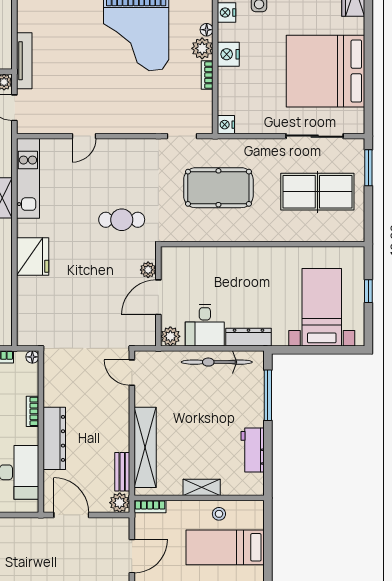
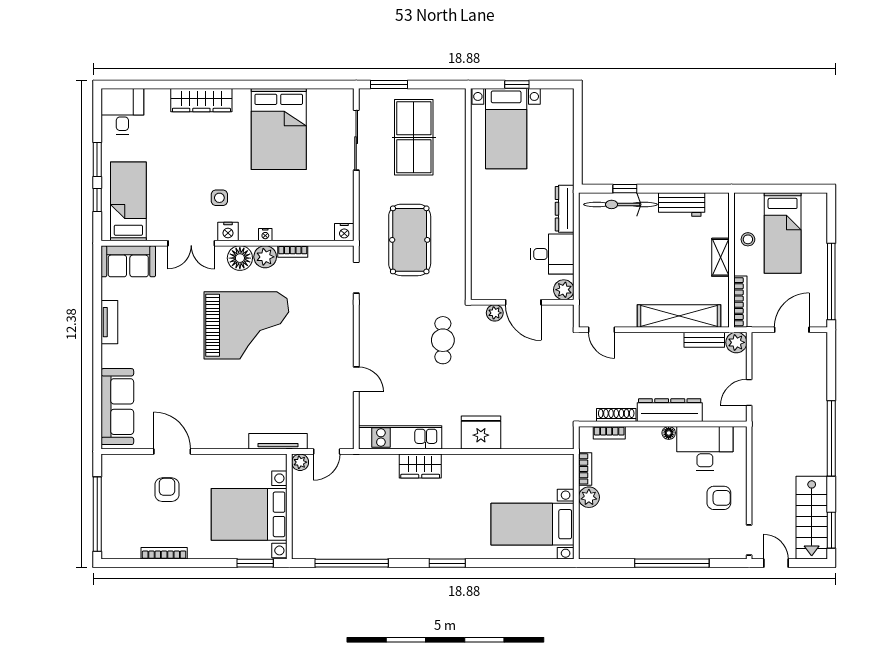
floor lamp: (207, 30) -> (240, 258), width x1.89, depth x1.89
nightstand: (228, 54) -> (265, 235), width x0.53, depth x0.56
bed: (325, 71) -> (279, 129), width x0.73
bed with nightstands: (322, 307) -> (506, 129), moved, turned -90
floor lamp: (32, 357) -> (669, 433), moved
bicycle: (217, 362) -> (620, 204), moved, turned 90
door: (132, 373) -> (601, 330), hinge flipped
shoe rack: (50, 387) -> (616, 415), added
window: (268, 395) -> (625, 189), width x0.46
bookcase: (33, 411) -> (609, 433), moved
bookcase: (150, 507) -> (740, 302), width x1.56
door: (71, 515) -> (749, 392), width x0.73
door: (132, 556) -> (792, 330), hinge flipped

